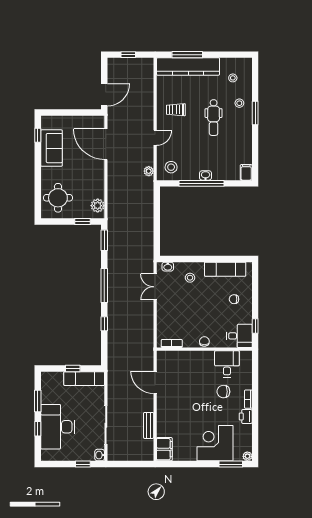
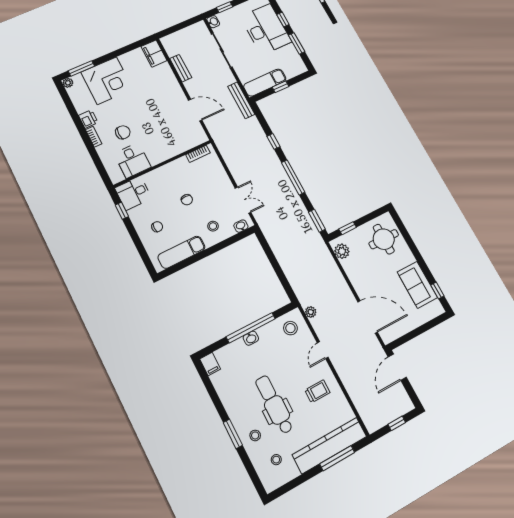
dental chair: (214, 118) -> (274, 405), width x1.36, depth x1.38
chair: (204, 341) -> (187, 200), moved
bench: (112, 372) -> (241, 100), added

